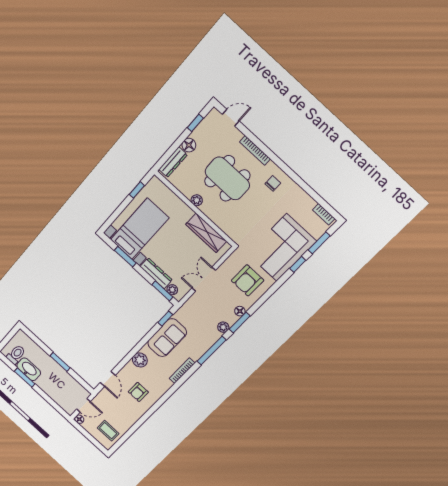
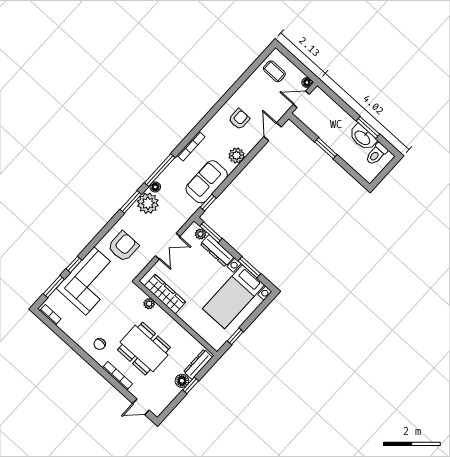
window: (195, 123) -> (191, 385), moved
plant: (197, 200) -> (149, 304), moved
floor lamp: (240, 311) -> (155, 187), moved
plant: (223, 327) -> (148, 203), width x1.88, depth x1.88

